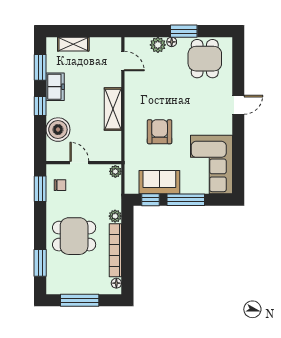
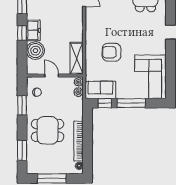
freezer: (55, 87) -> (33, 30), moved
shelving: (113, 109) -> (77, 58), moved
armchair: (160, 132) -> (112, 52), turned -90
sofa: (159, 182) -> (100, 90), moved
window: (40, 189) -> (22, 105), moved
plant: (115, 216) -> (78, 92), moved

